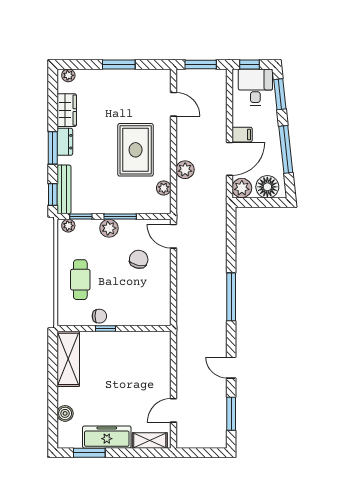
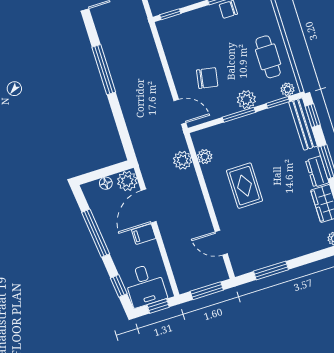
window: (119, 64) -> (271, 270), moved
window: (280, 94) -> (119, 286), width x0.67
rug: (136, 150) -> (245, 186), width x0.73, depth x0.70
plant: (185, 170) -> (183, 160), moved
floor lamp: (267, 187) -> (106, 183), width x0.53, depth x0.53
chair: (139, 259) -> (207, 78), turned -92
cafe table: (80, 280) -> (268, 57), moved
window: (154, 328) -> (170, 14), added

